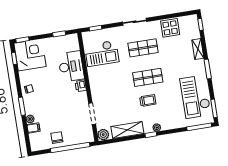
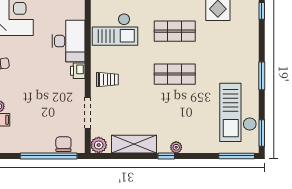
shelving: (198, 49) -> (252, 45), removed
trolley: (148, 101) -> (107, 80), moved
chair: (57, 138) -> (63, 144), moved

